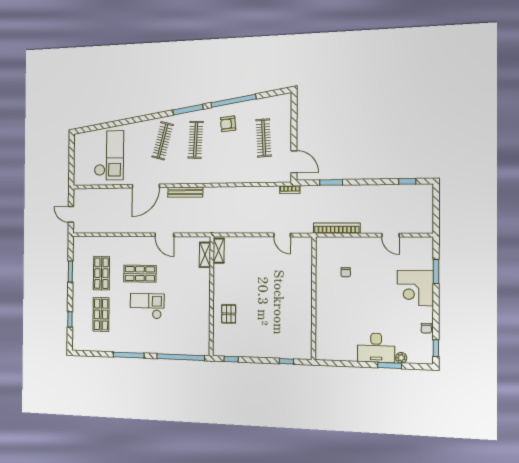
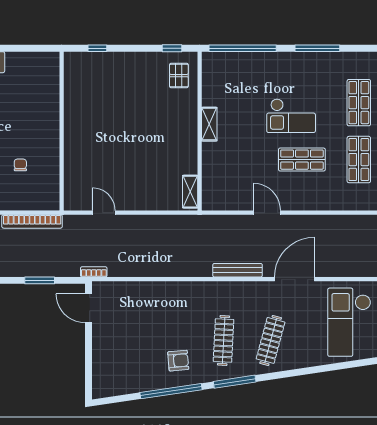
clothes rail: (264, 138) -> (129, 340), removed
shelving: (205, 255) -> (209, 124), moved
pallet: (229, 314) -> (179, 76), moved

